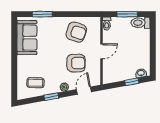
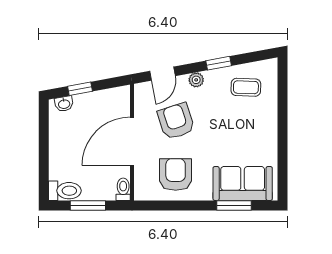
armchair: (76, 32) -> (176, 175), turned 72
sofa: (27, 38) -> (243, 184), moved, turned 90
door: (102, 51) -> (132, 141), width x1.87
armchair: (76, 63) -> (176, 121), turned 72

